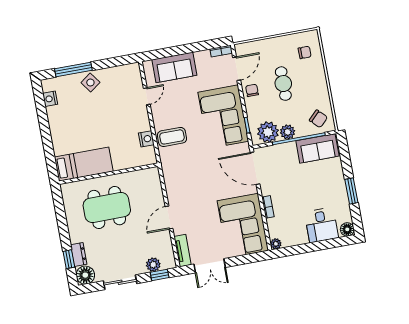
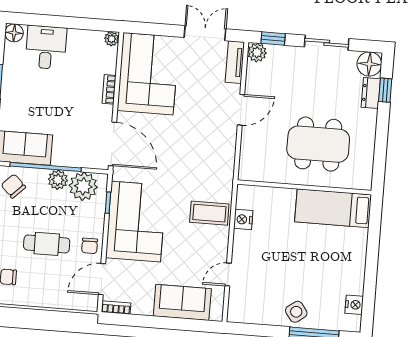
cafe table: (283, 84) -> (47, 244), turned 90
plant: (153, 265) -> (257, 52), moved

